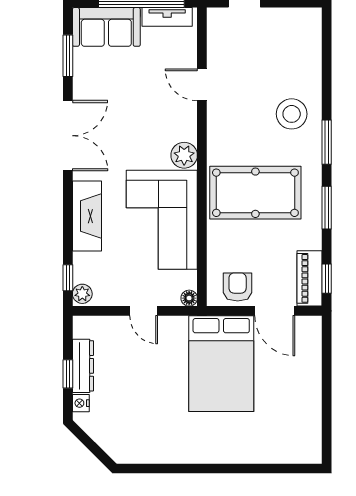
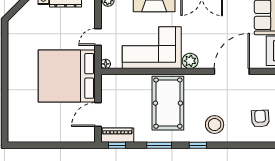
door: (202, 85) -> (232, 71), width x1.88
window: (327, 142) -> (198, 145), width x0.67
armchair: (238, 287) -> (260, 119), moved, turned -93
bed: (221, 364) -> (67, 76), width x1.36

